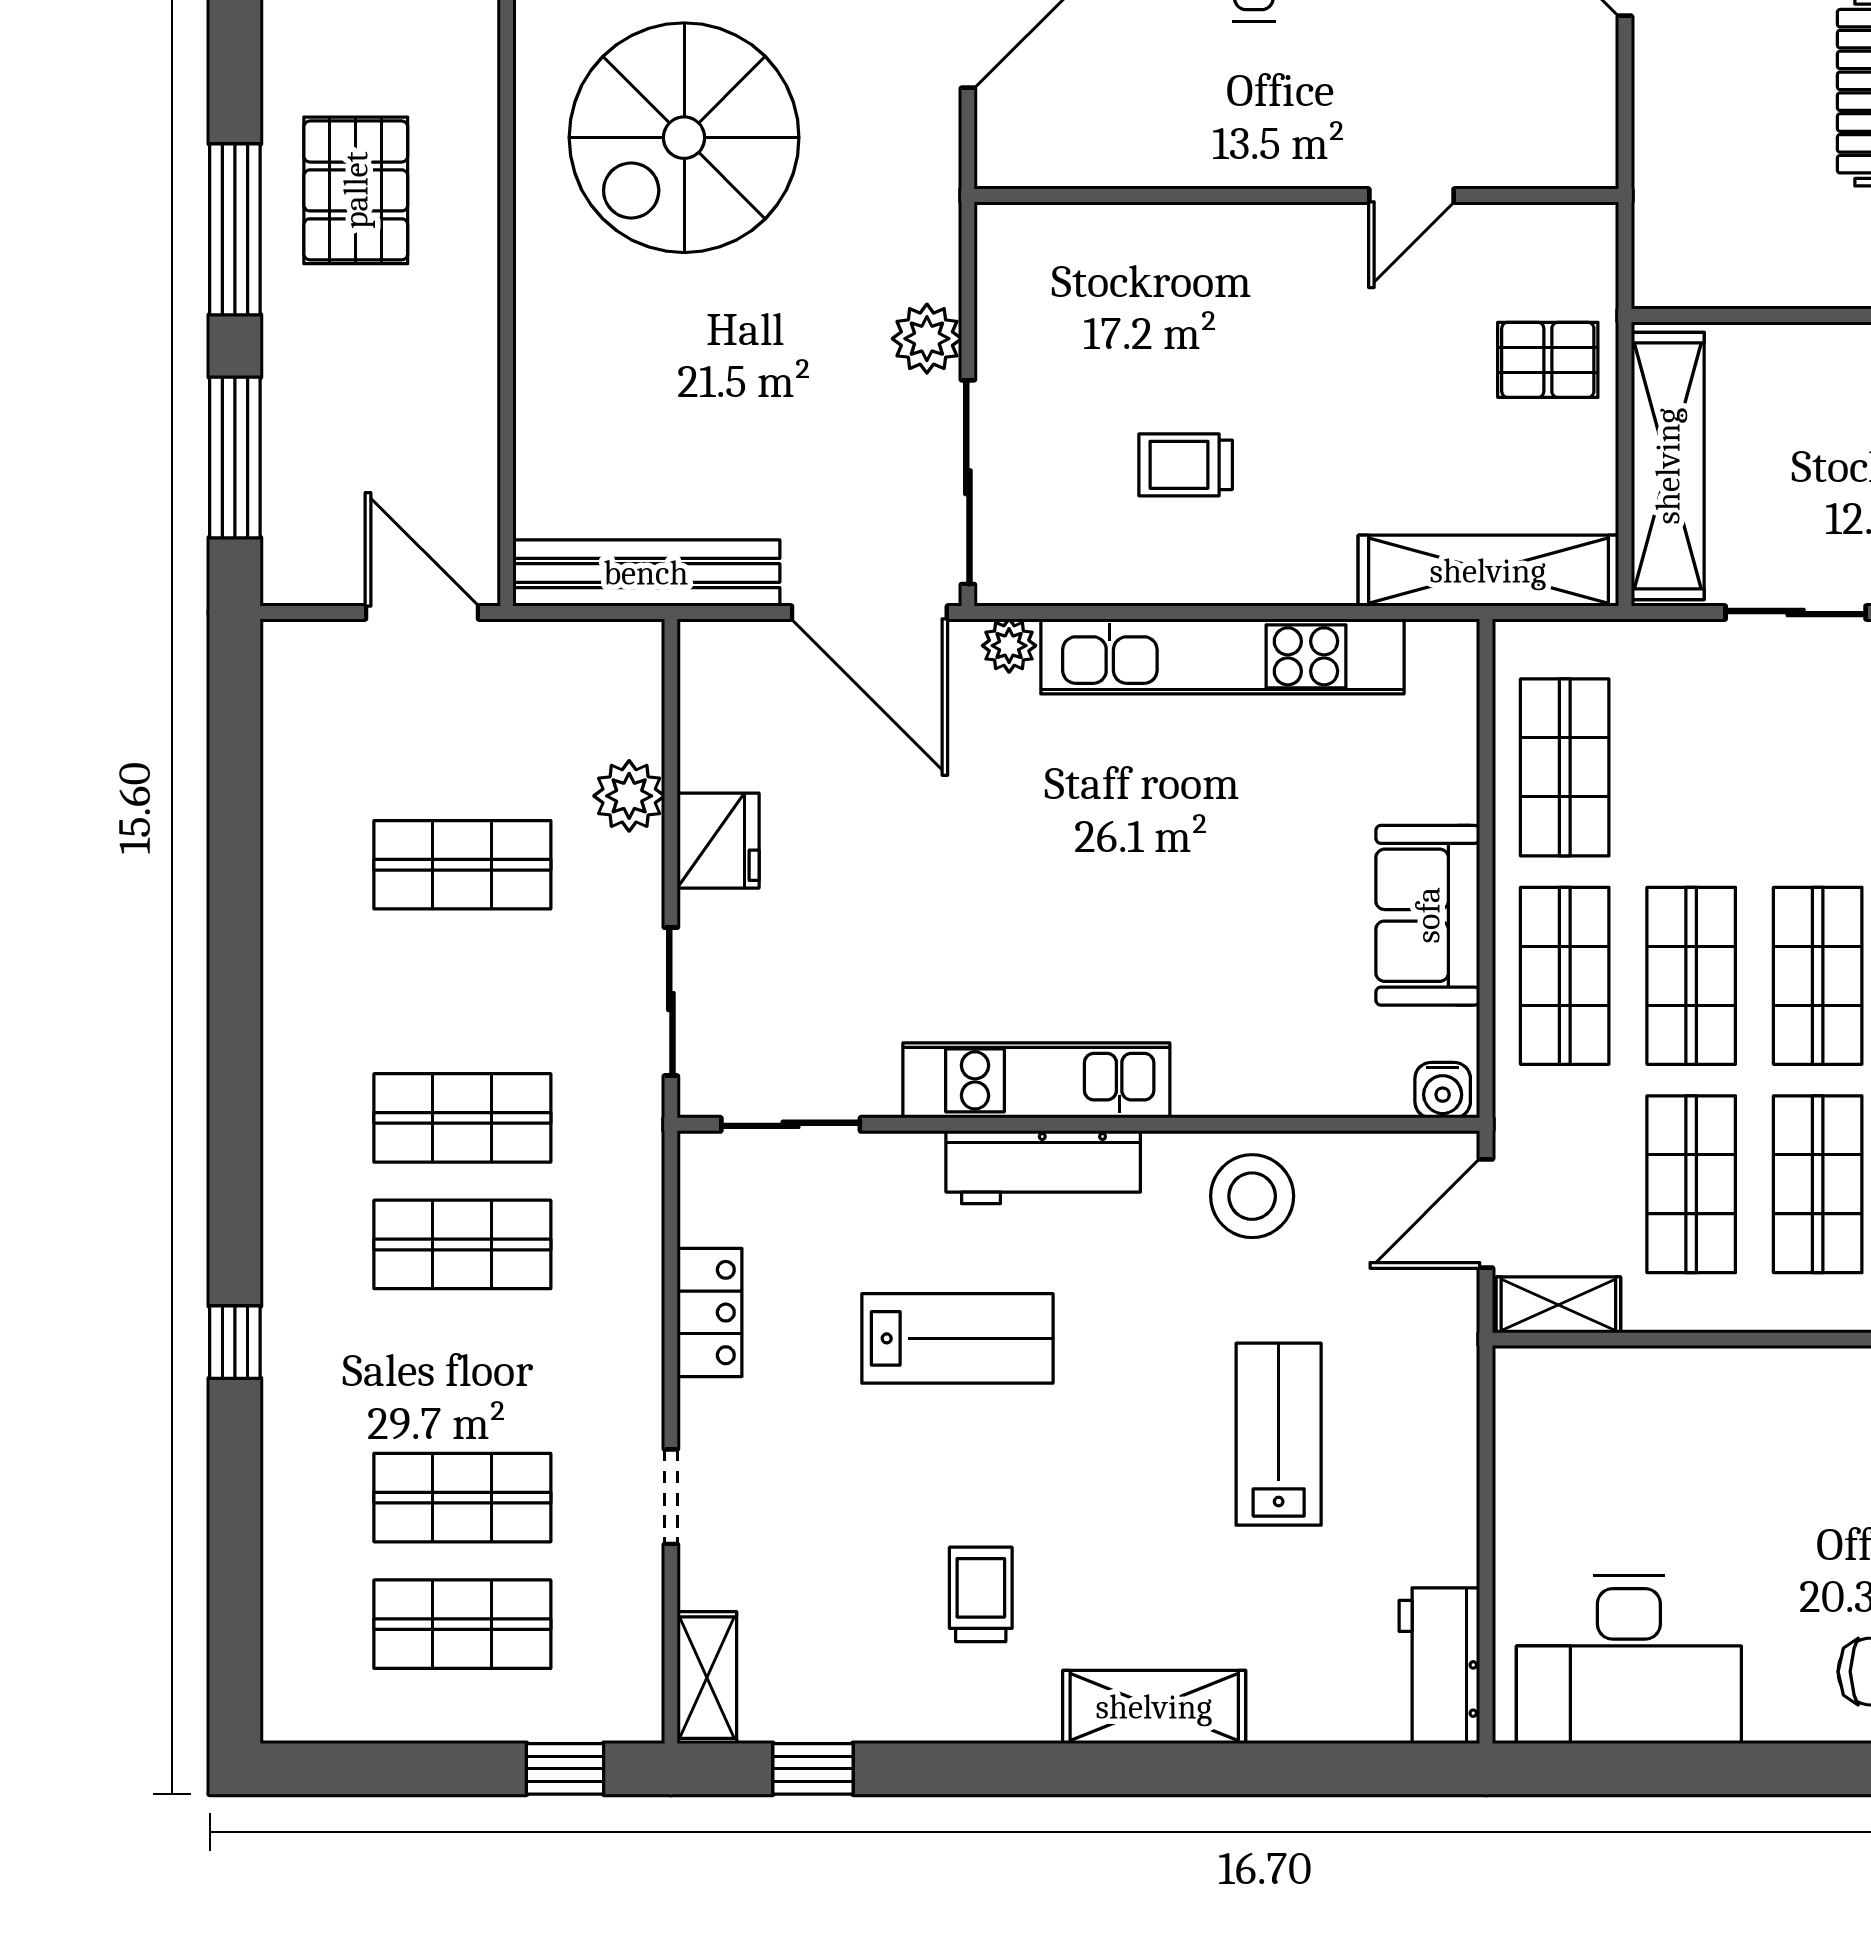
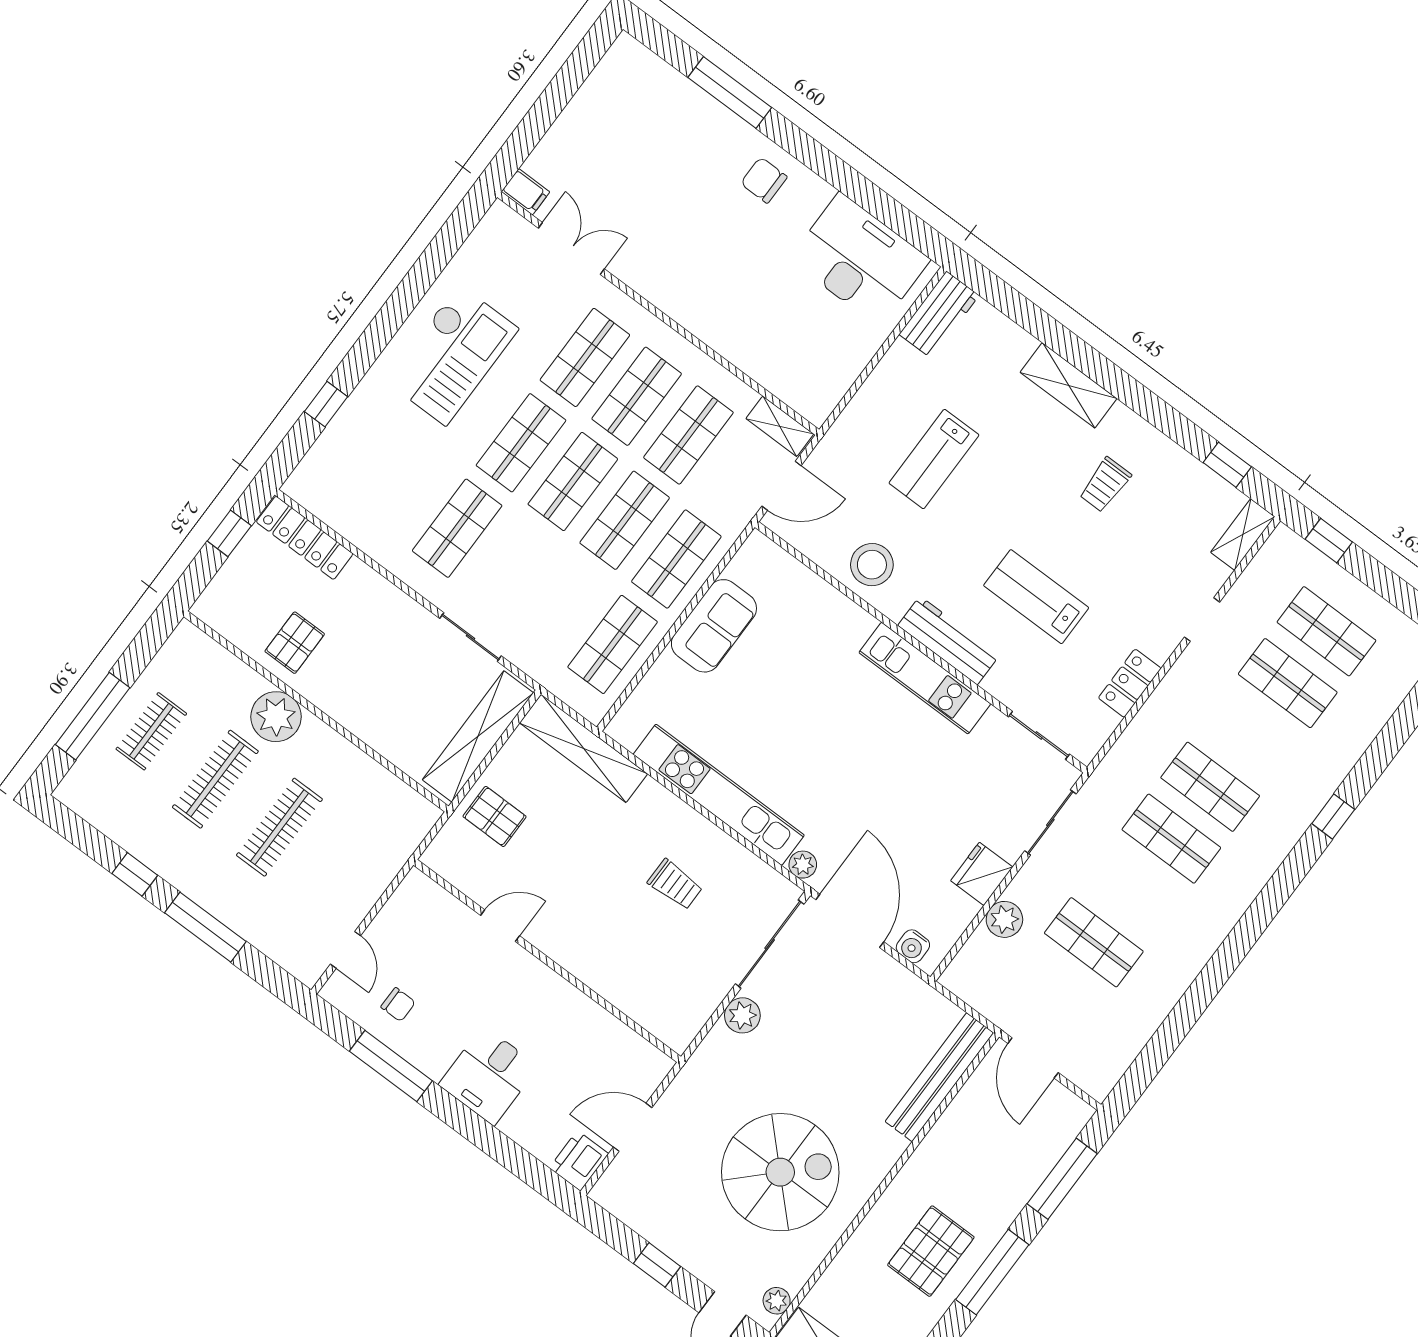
bench: (646, 573) -> (939, 1077), moved, turned 90
water cooler: (1443, 1090) -> (913, 946), moved, turned 180

